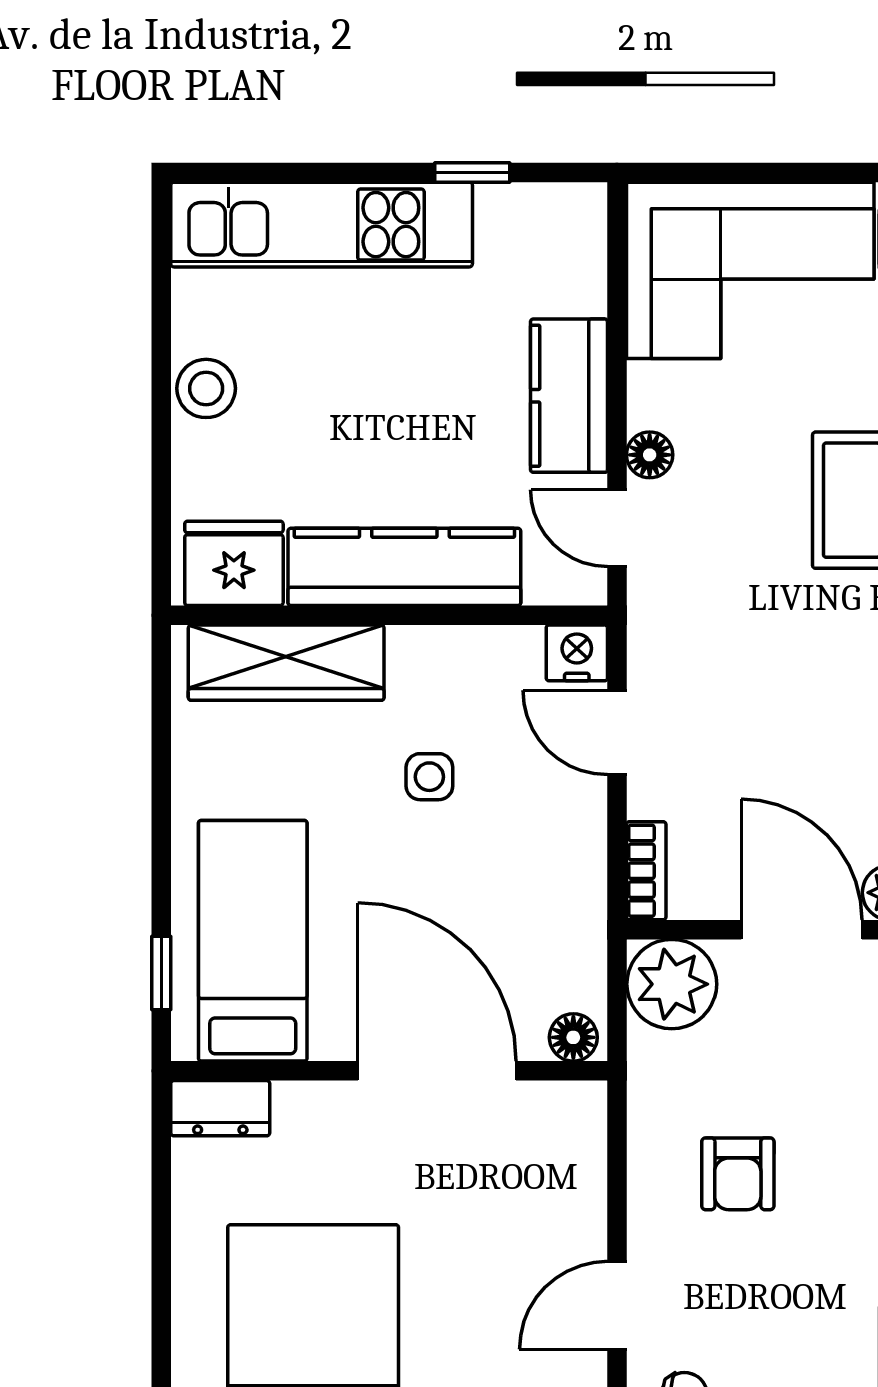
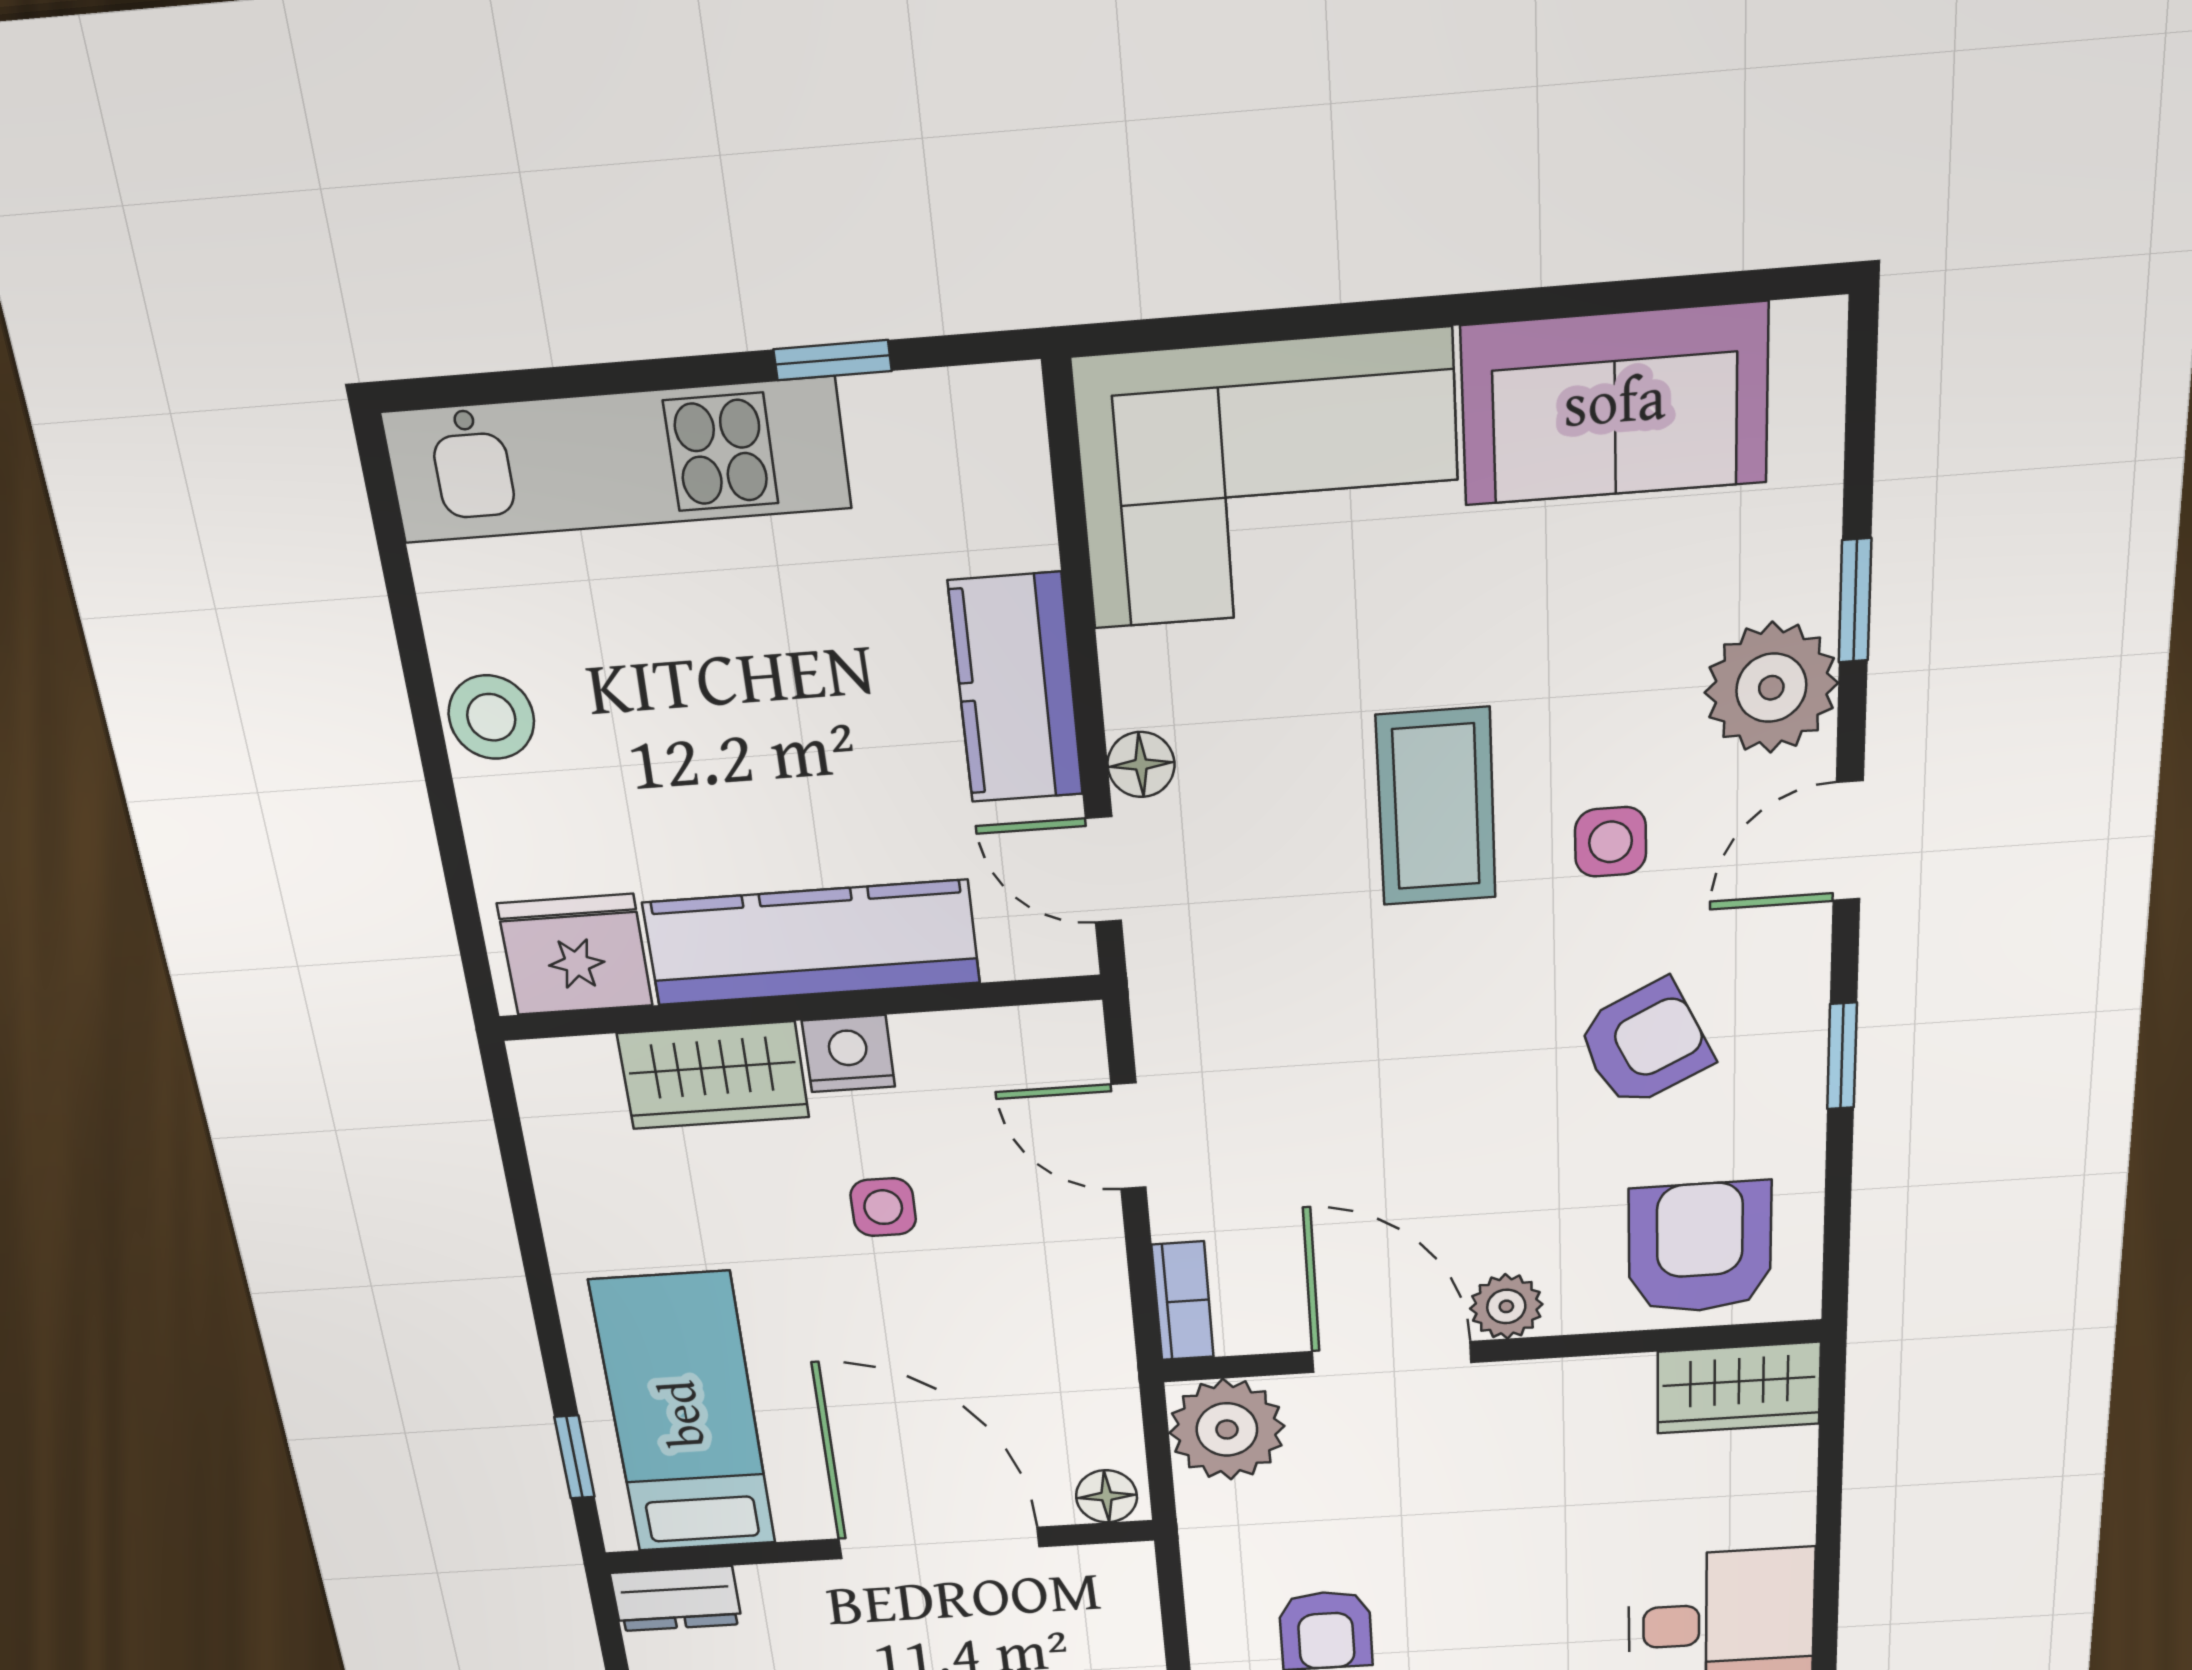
nightstand: (577, 653) -> (848, 1054), moved
wardrobe: (286, 663) -> (713, 1075), width x0.67

